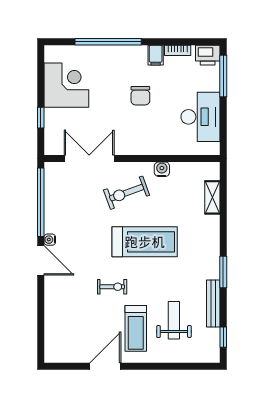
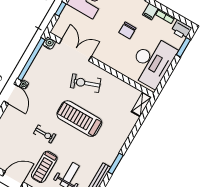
window: (223, 76) -> (183, 47), width x0.69
desk: (200, 117) -> (152, 62), width x1.36, depth x1.30
water cooler: (162, 169) -> (49, 43), moved
shelving: (212, 197) -> (141, 104), moved
treadmill: (145, 242) -> (79, 119), turned 180

